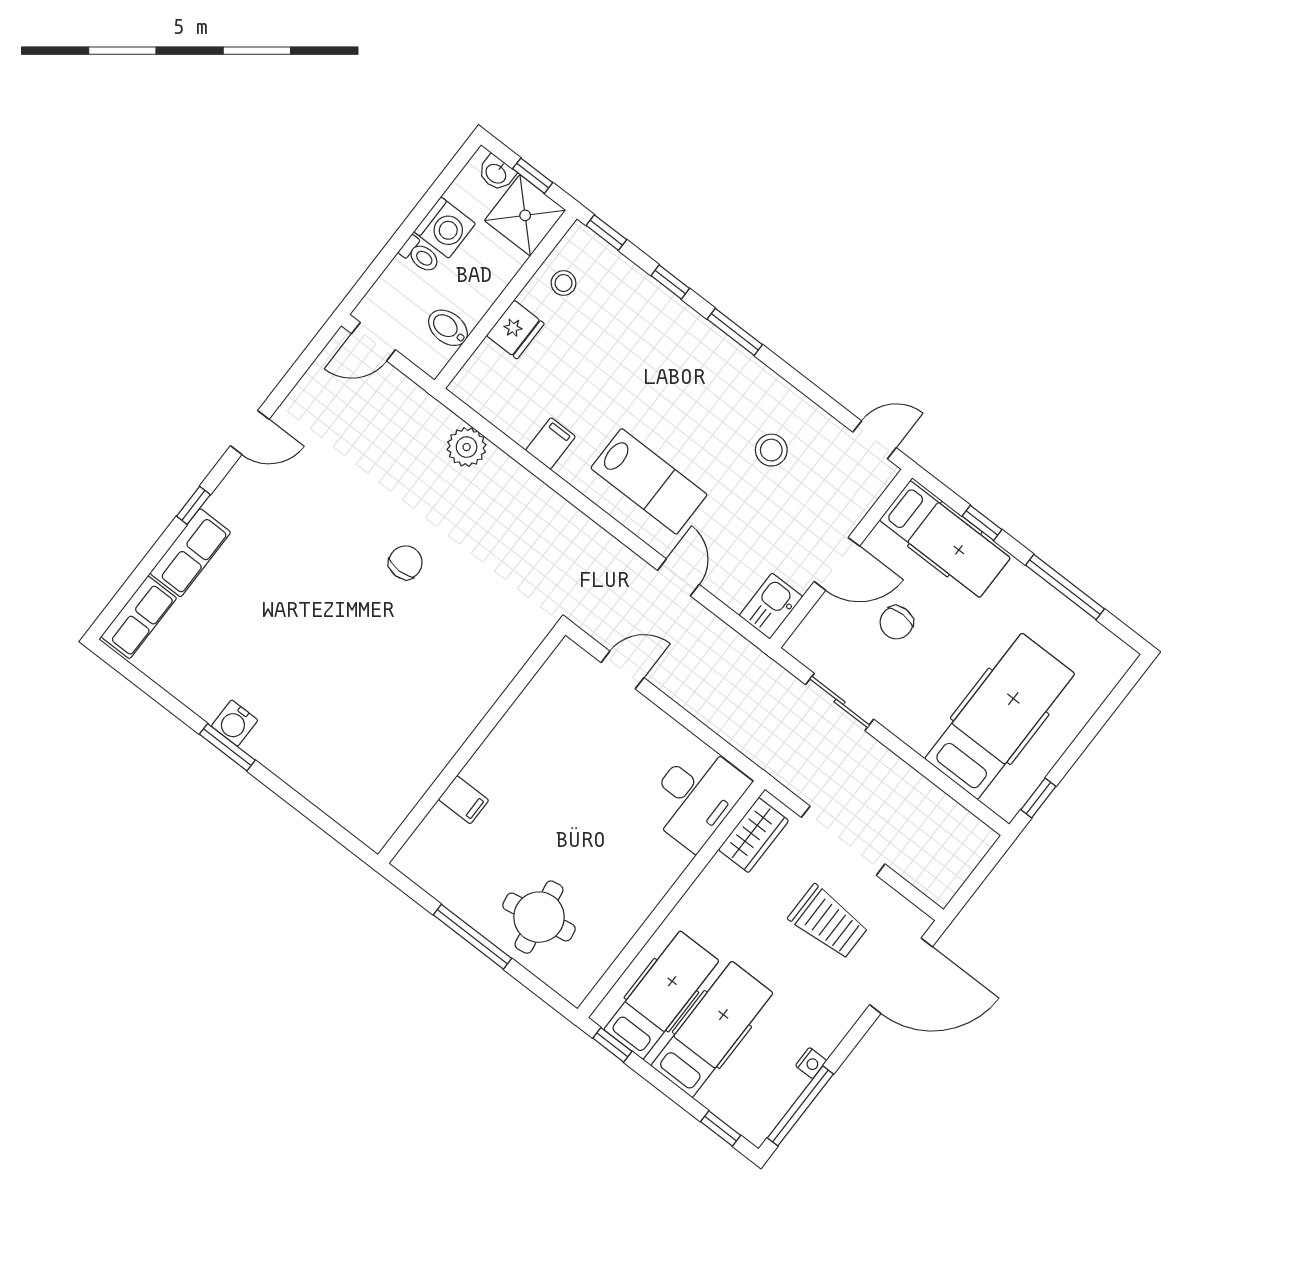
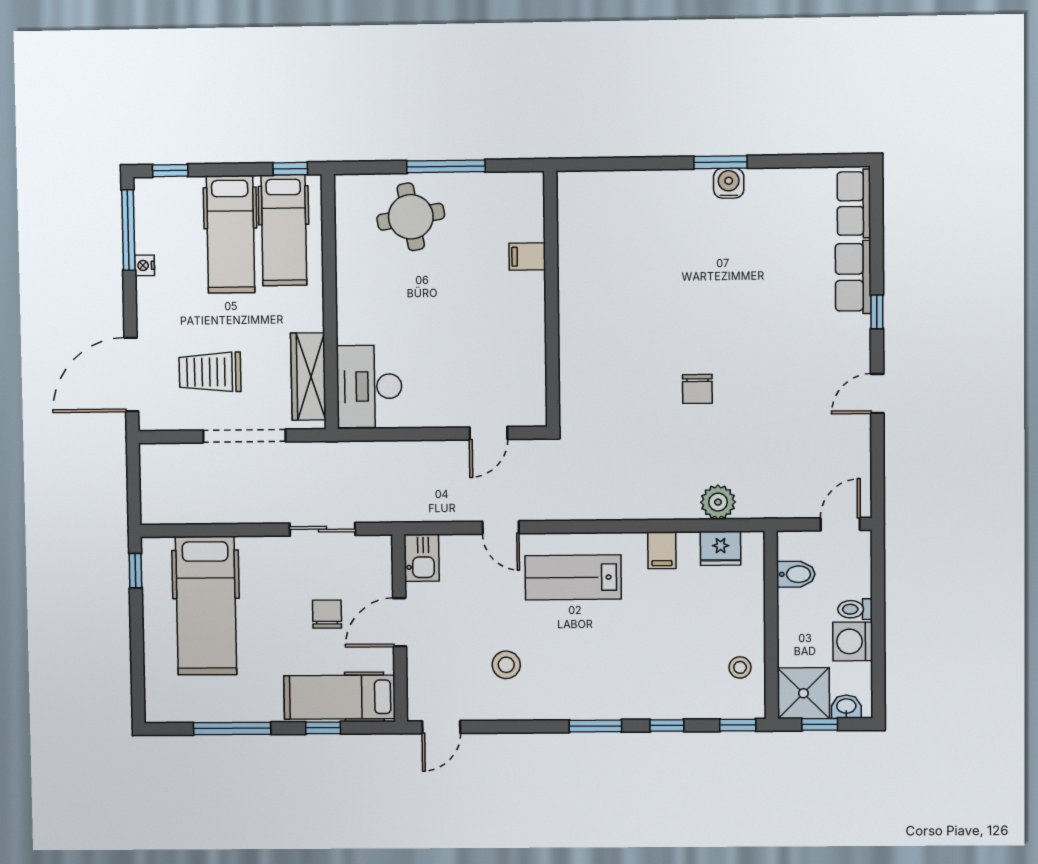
fridge: (515, 330) -> (721, 548), moved, turned -90
wardrobe: (753, 835) -> (308, 376), width x1.50

